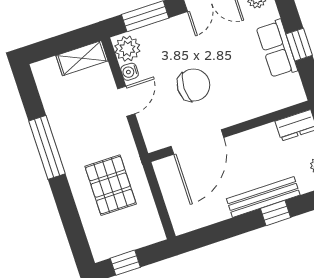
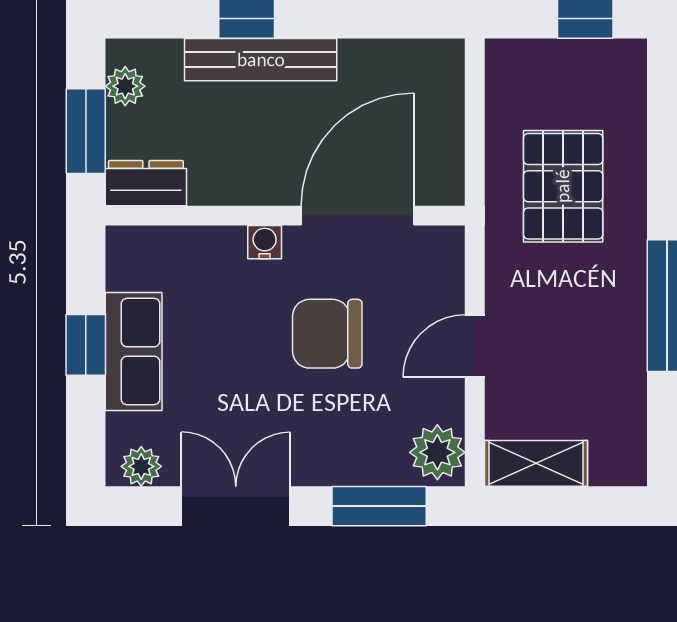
water cooler: (130, 72) -> (265, 242), moved, turned -90

